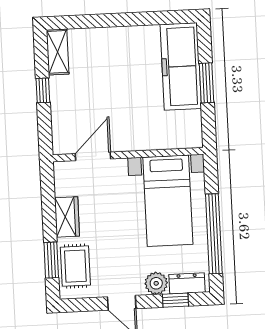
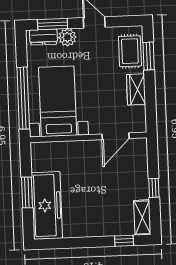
window: (81, 22) -> (124, 241), added
window: (214, 234) -> (23, 98), moved
window: (175, 300) -> (53, 24), width x1.50

